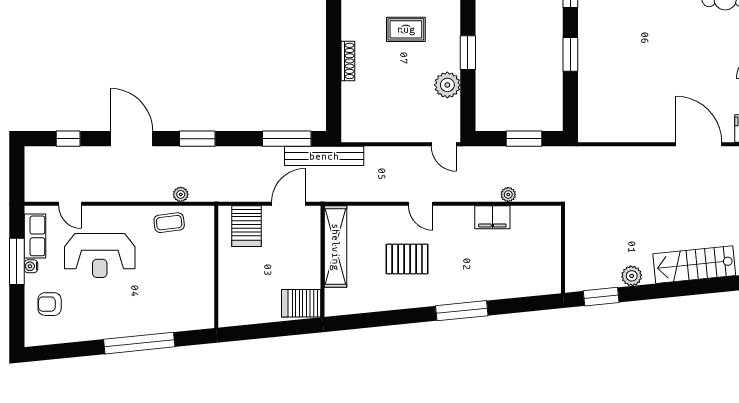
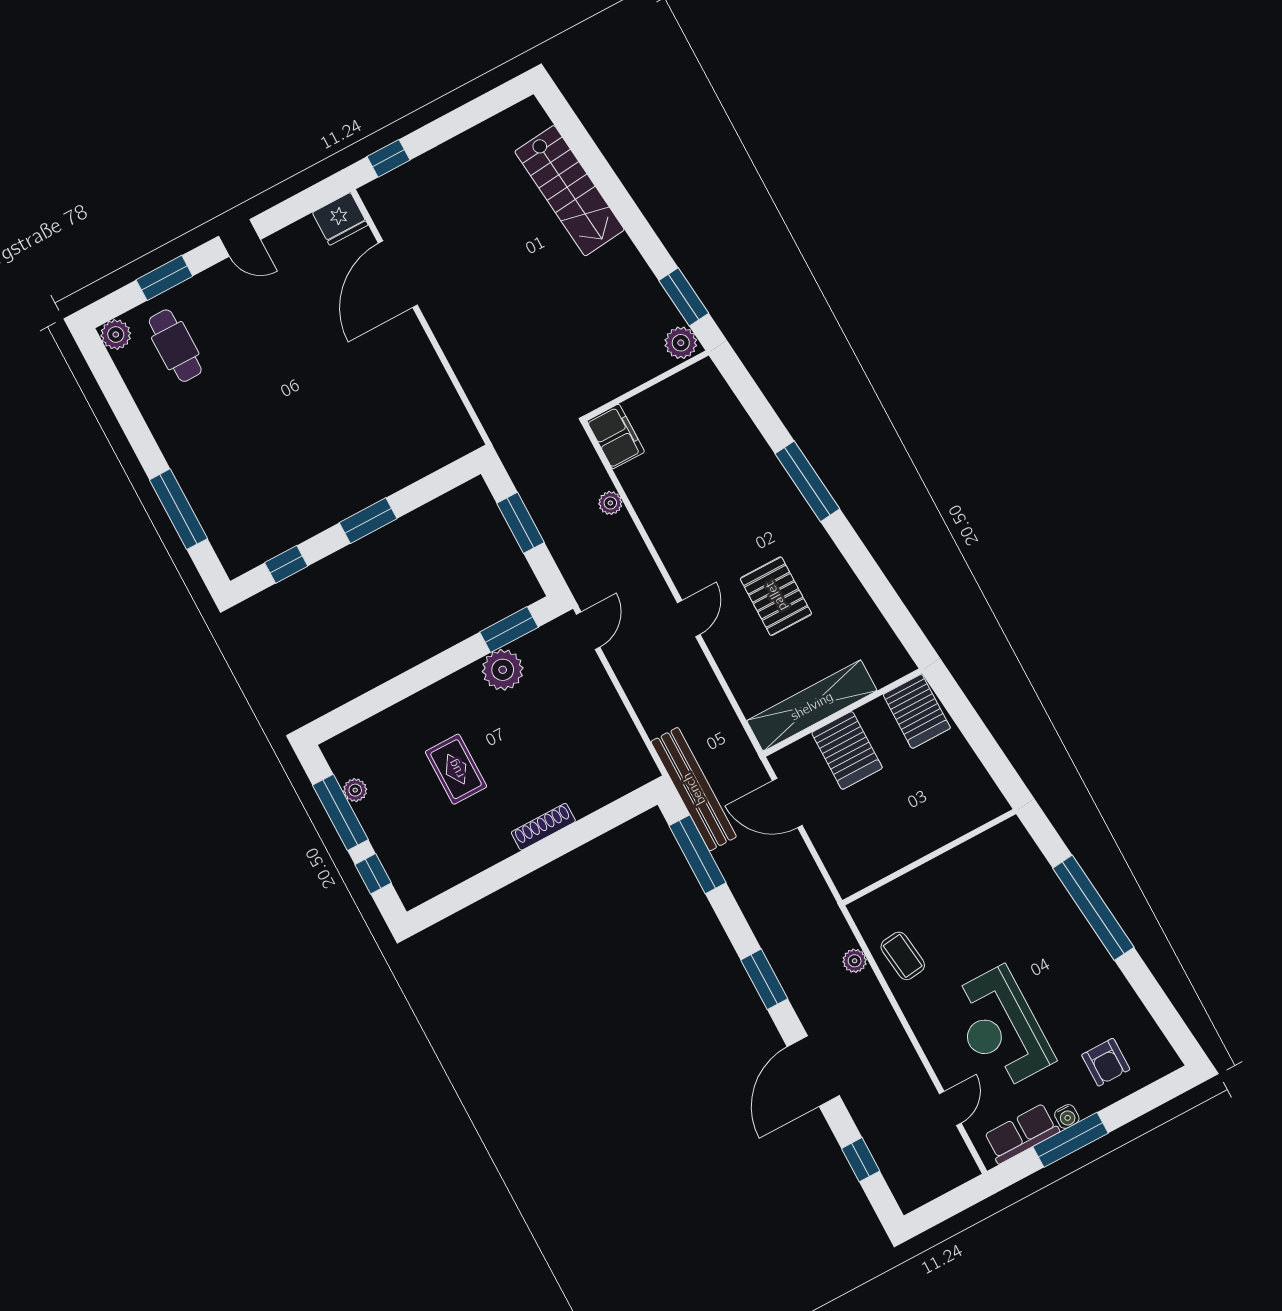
window: (468, 53) -> (509, 630), moved
filing cabinet: (492, 217) -> (616, 436), moved
server rack: (247, 226) -> (847, 750), moved, turned 90
reception desk: (100, 256) -> (1000, 1028), turned 180
plant: (632, 276) -> (681, 343), moved

